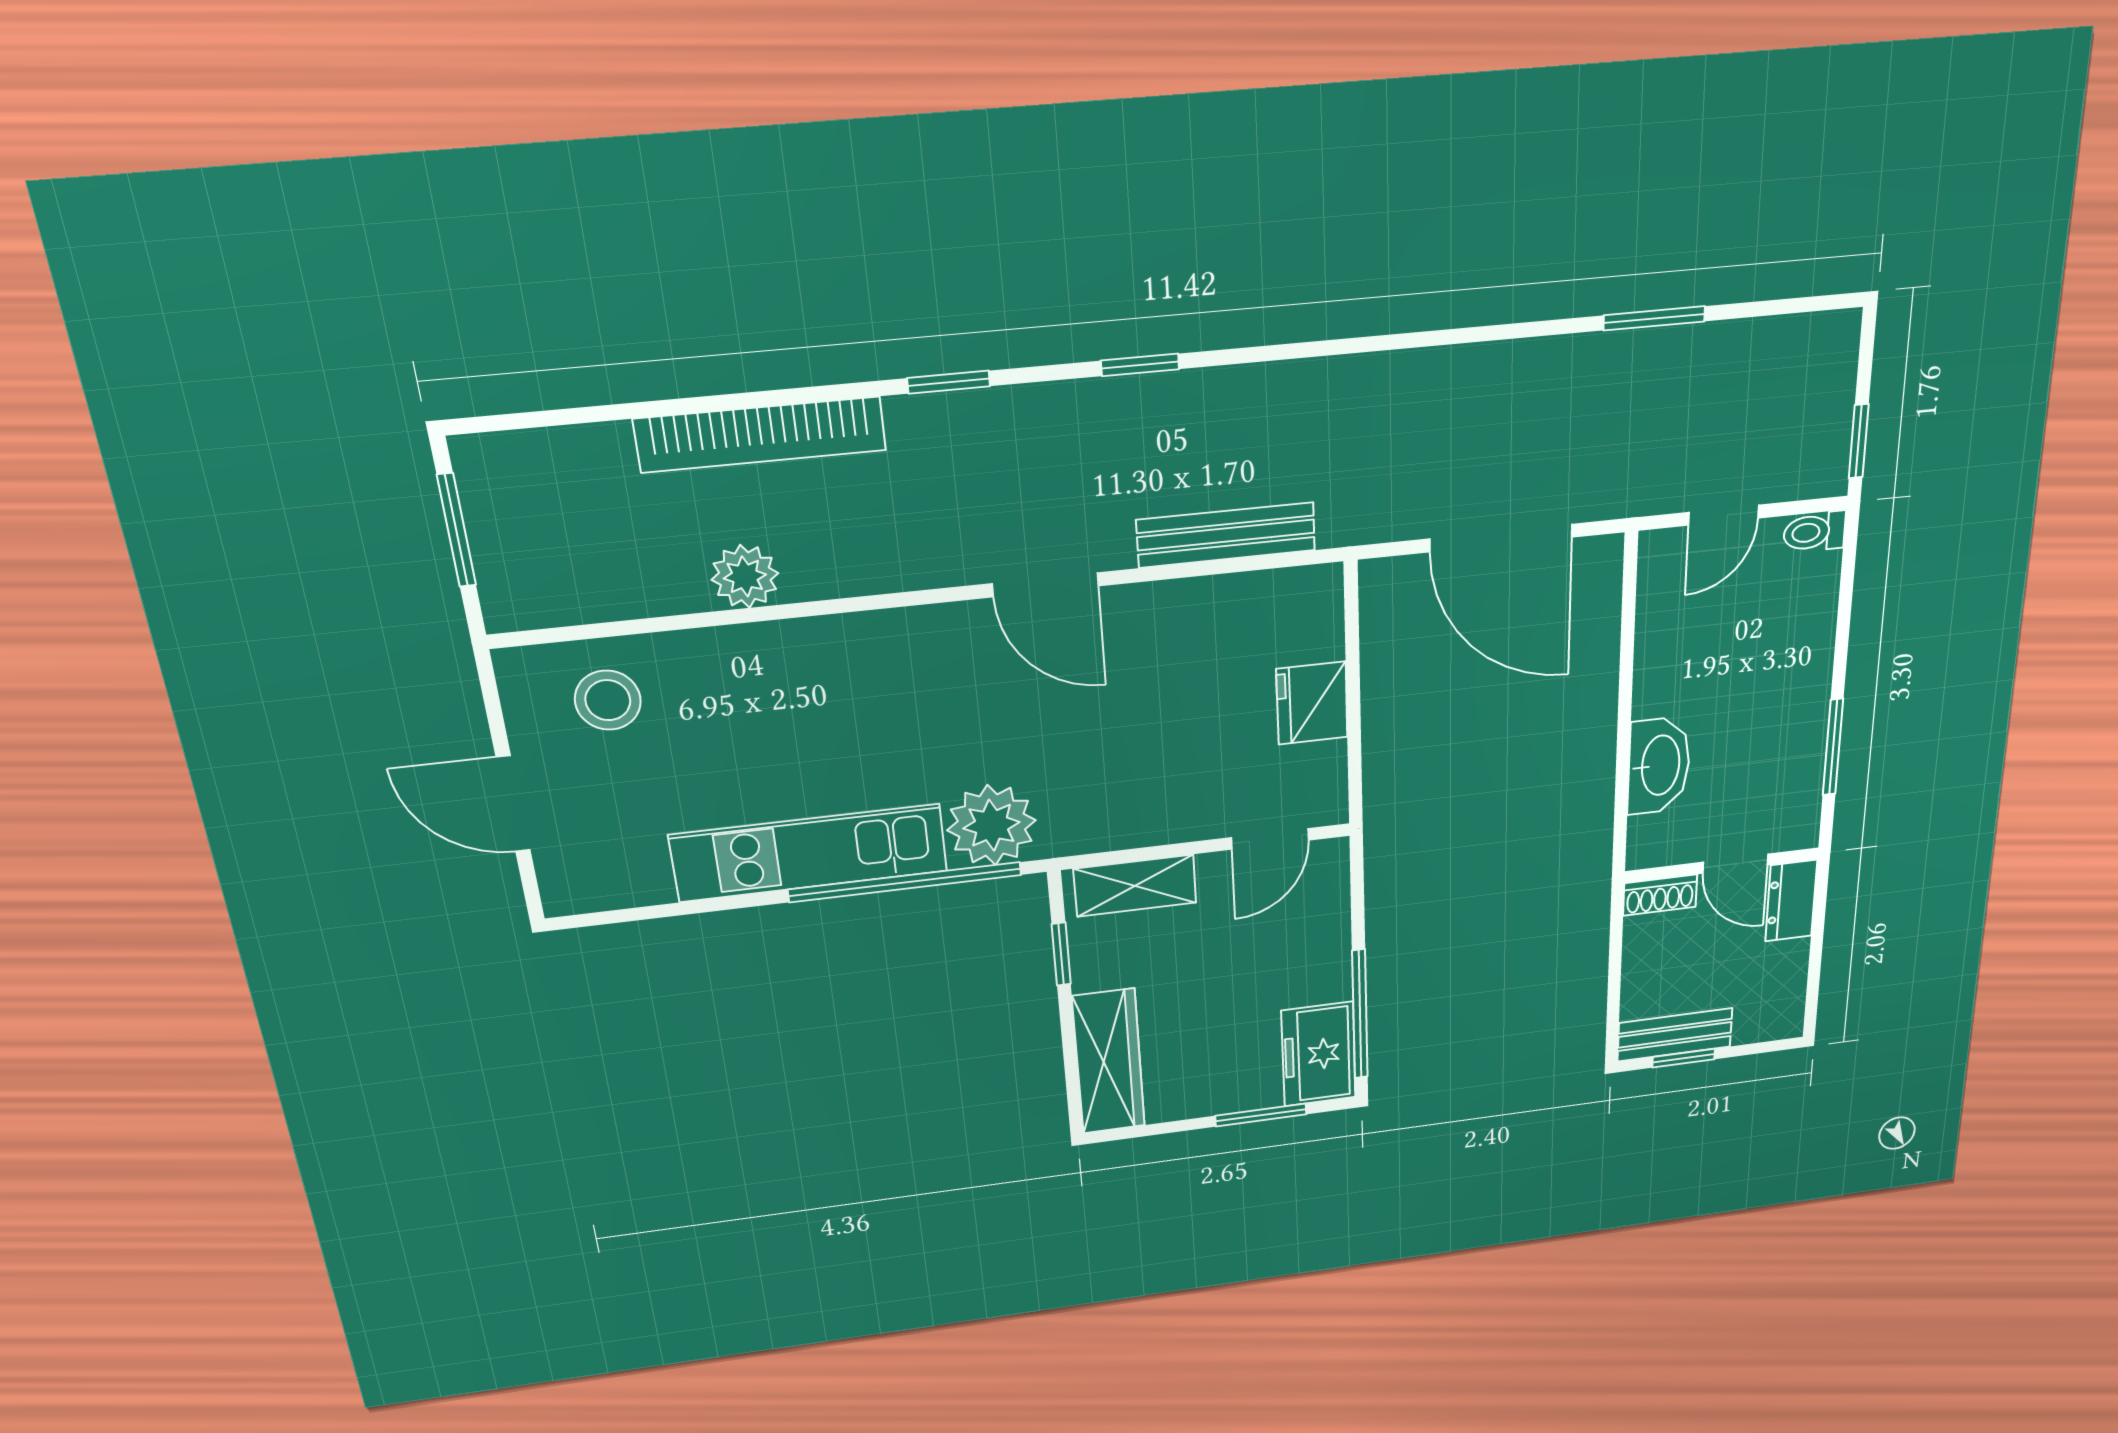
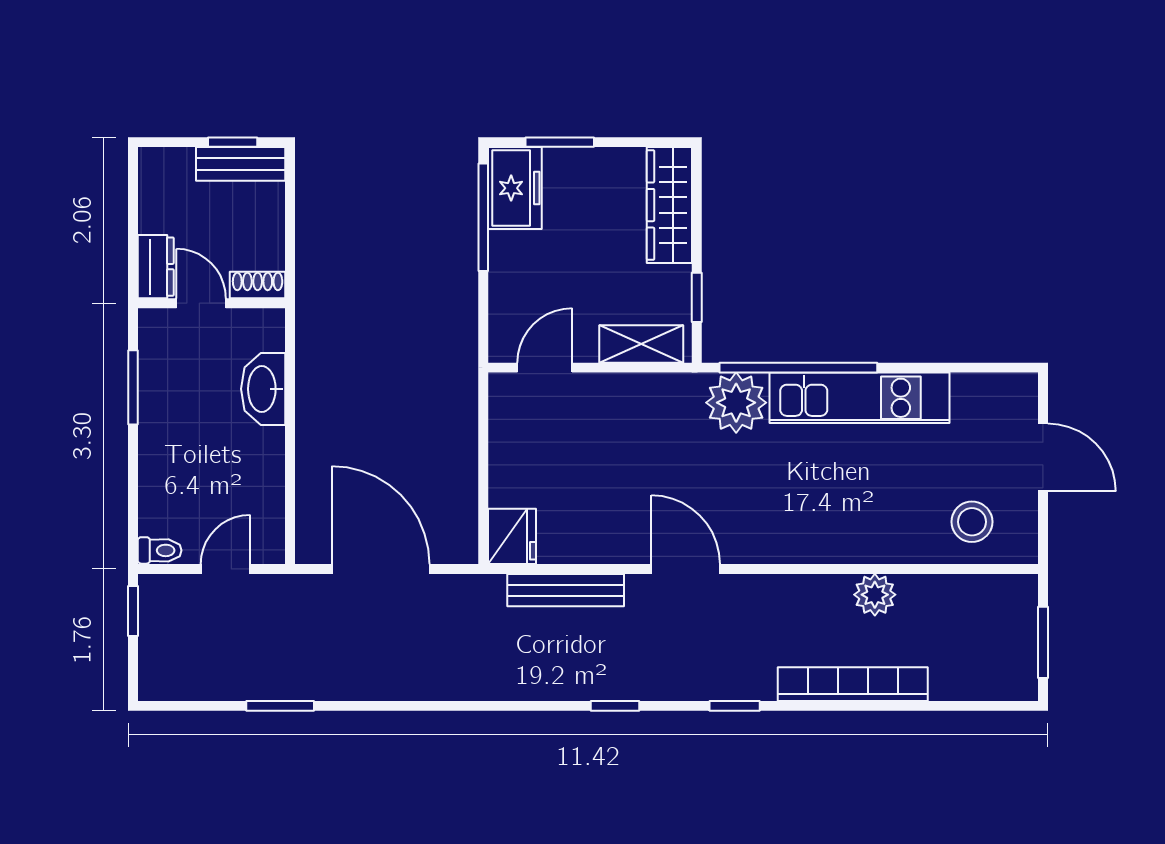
fridge: (1312, 703) -> (512, 536), moved

